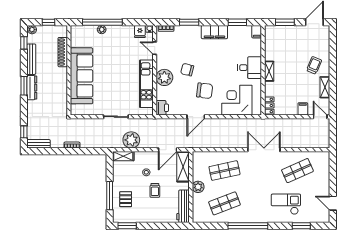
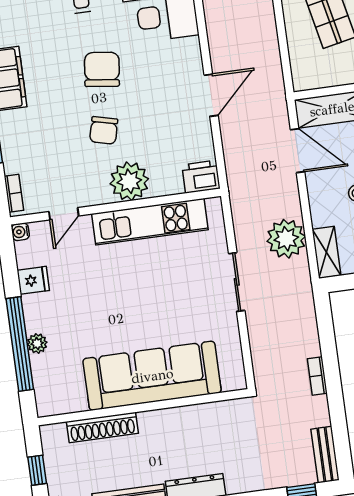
fridge: (140, 31) -> (33, 280), moved
chair: (205, 91) -> (102, 69), moved
door: (196, 117) -> (211, 95), hinge flipped

